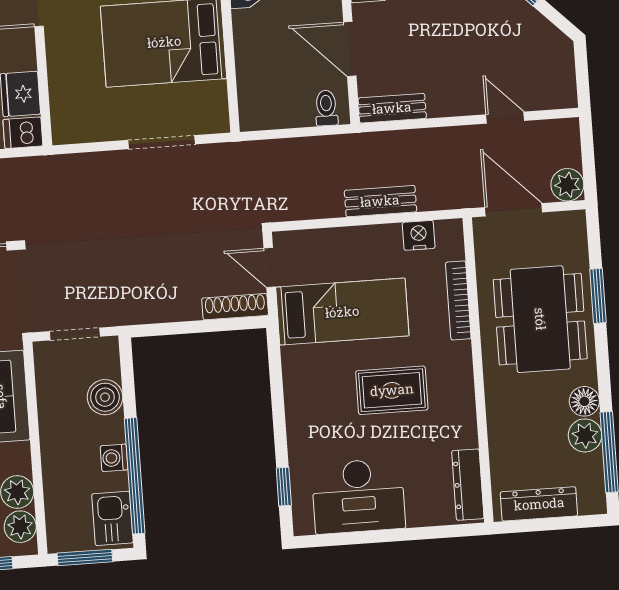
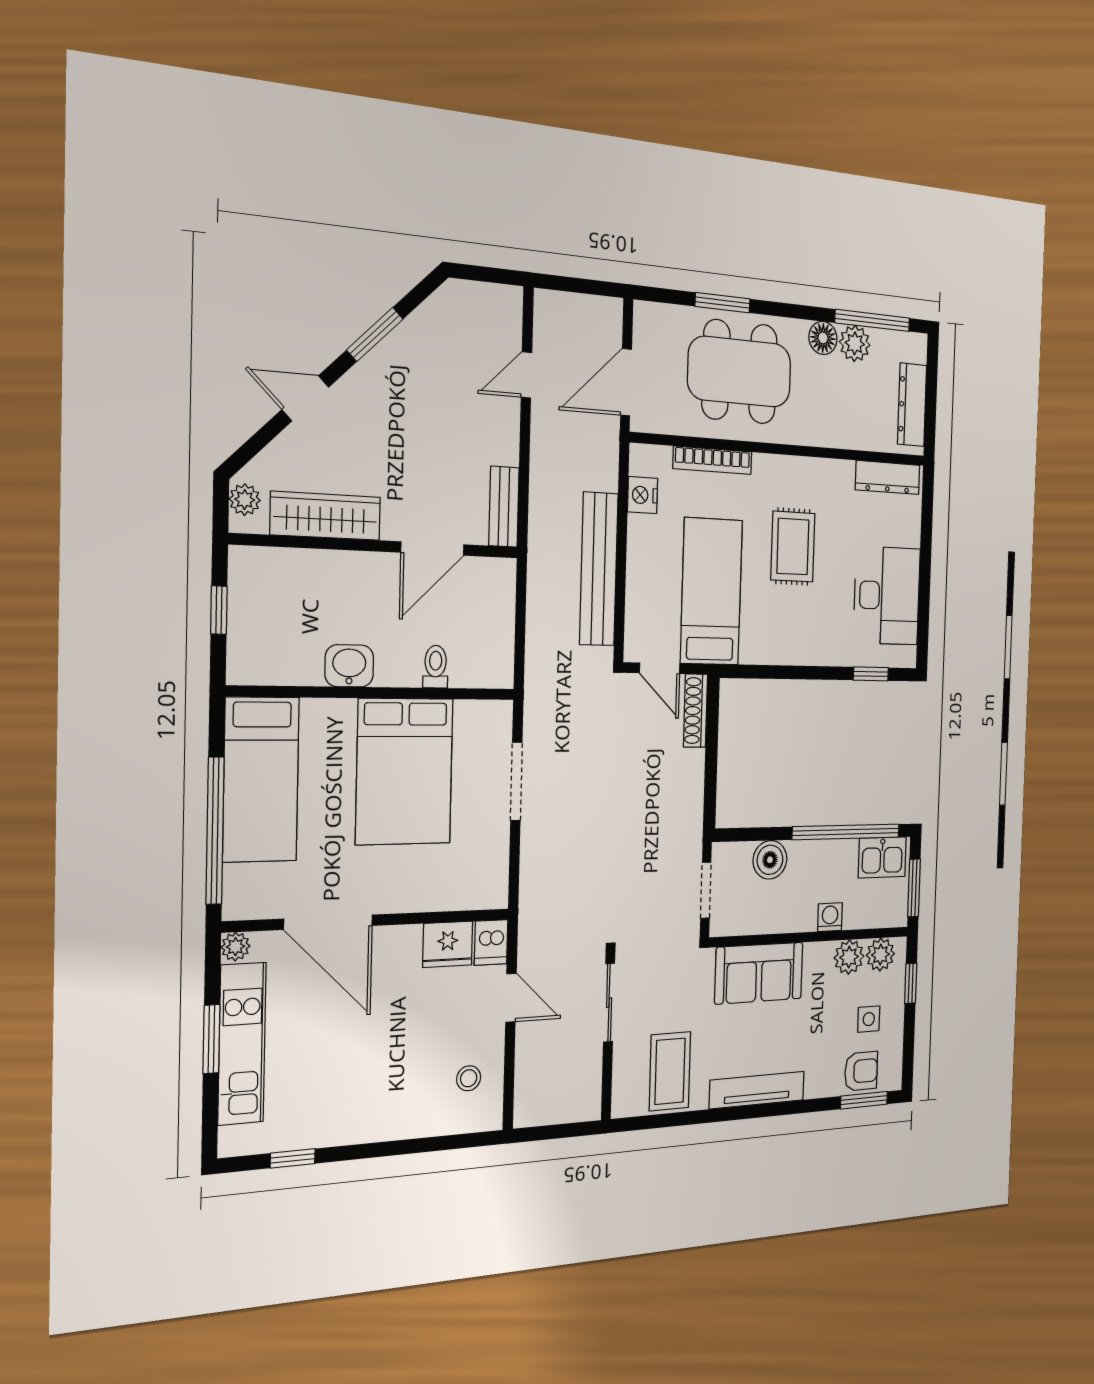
toilet: (326, 108) -> (436, 667), moved, turned 90
plant: (567, 185) -> (606, 315), removed
bench: (380, 201) -> (599, 569), width x1.86, depth x1.21
door: (270, 268) -> (660, 668), hinge flipped
washing machine: (114, 458) -> (830, 917), moved, turned 180

